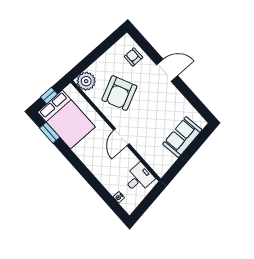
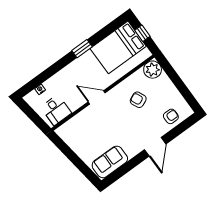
armchair: (119, 93) -> (138, 100), width x0.53, depth x0.53
window: (50, 133) -> (82, 49), moved
sofa: (182, 137) -> (110, 162), moved, turned -82

